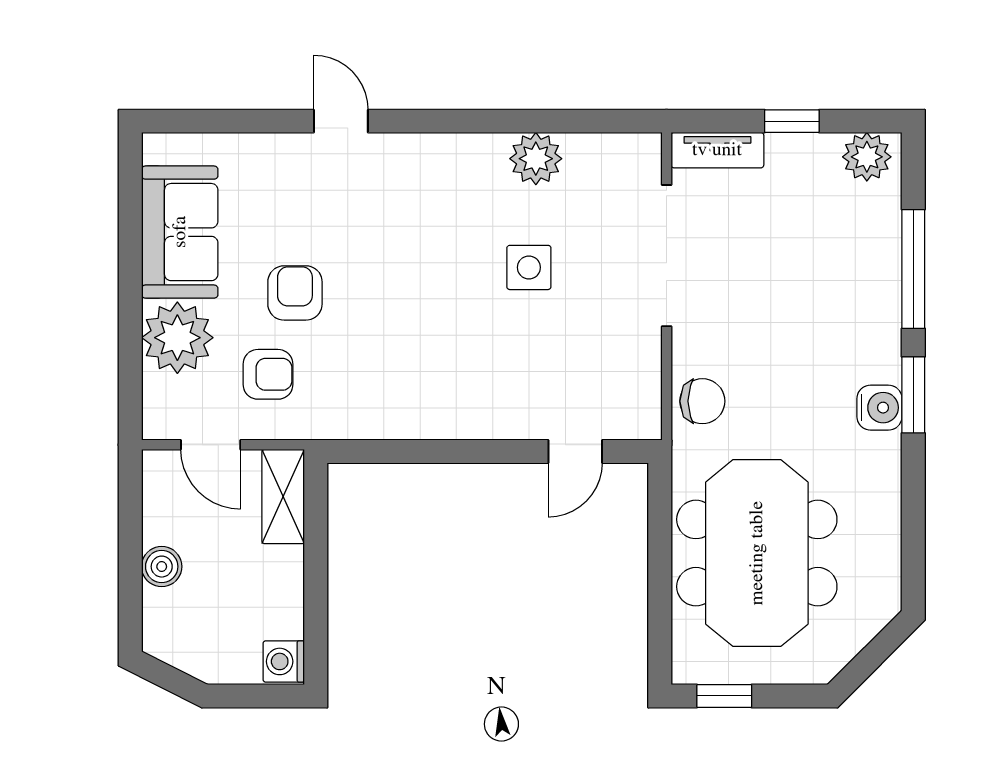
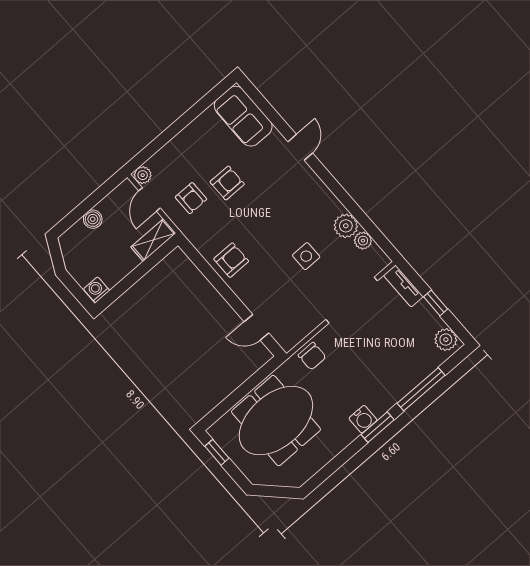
plant: (585, 152) -> (363, 241), added
sofa: (180, 232) -> (243, 116), moved, turned 90
plant: (177, 338) -> (143, 175), moved, width x0.53, depth x0.53
armchair: (428, 397) -> (231, 260), added

